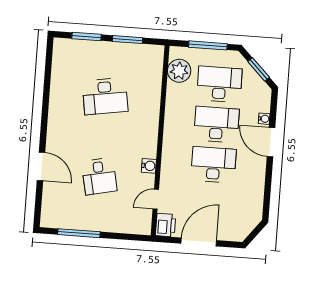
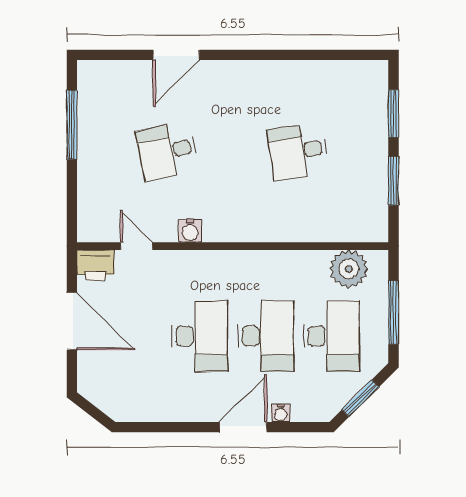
desk: (105, 96) -> (298, 151), width x0.73

